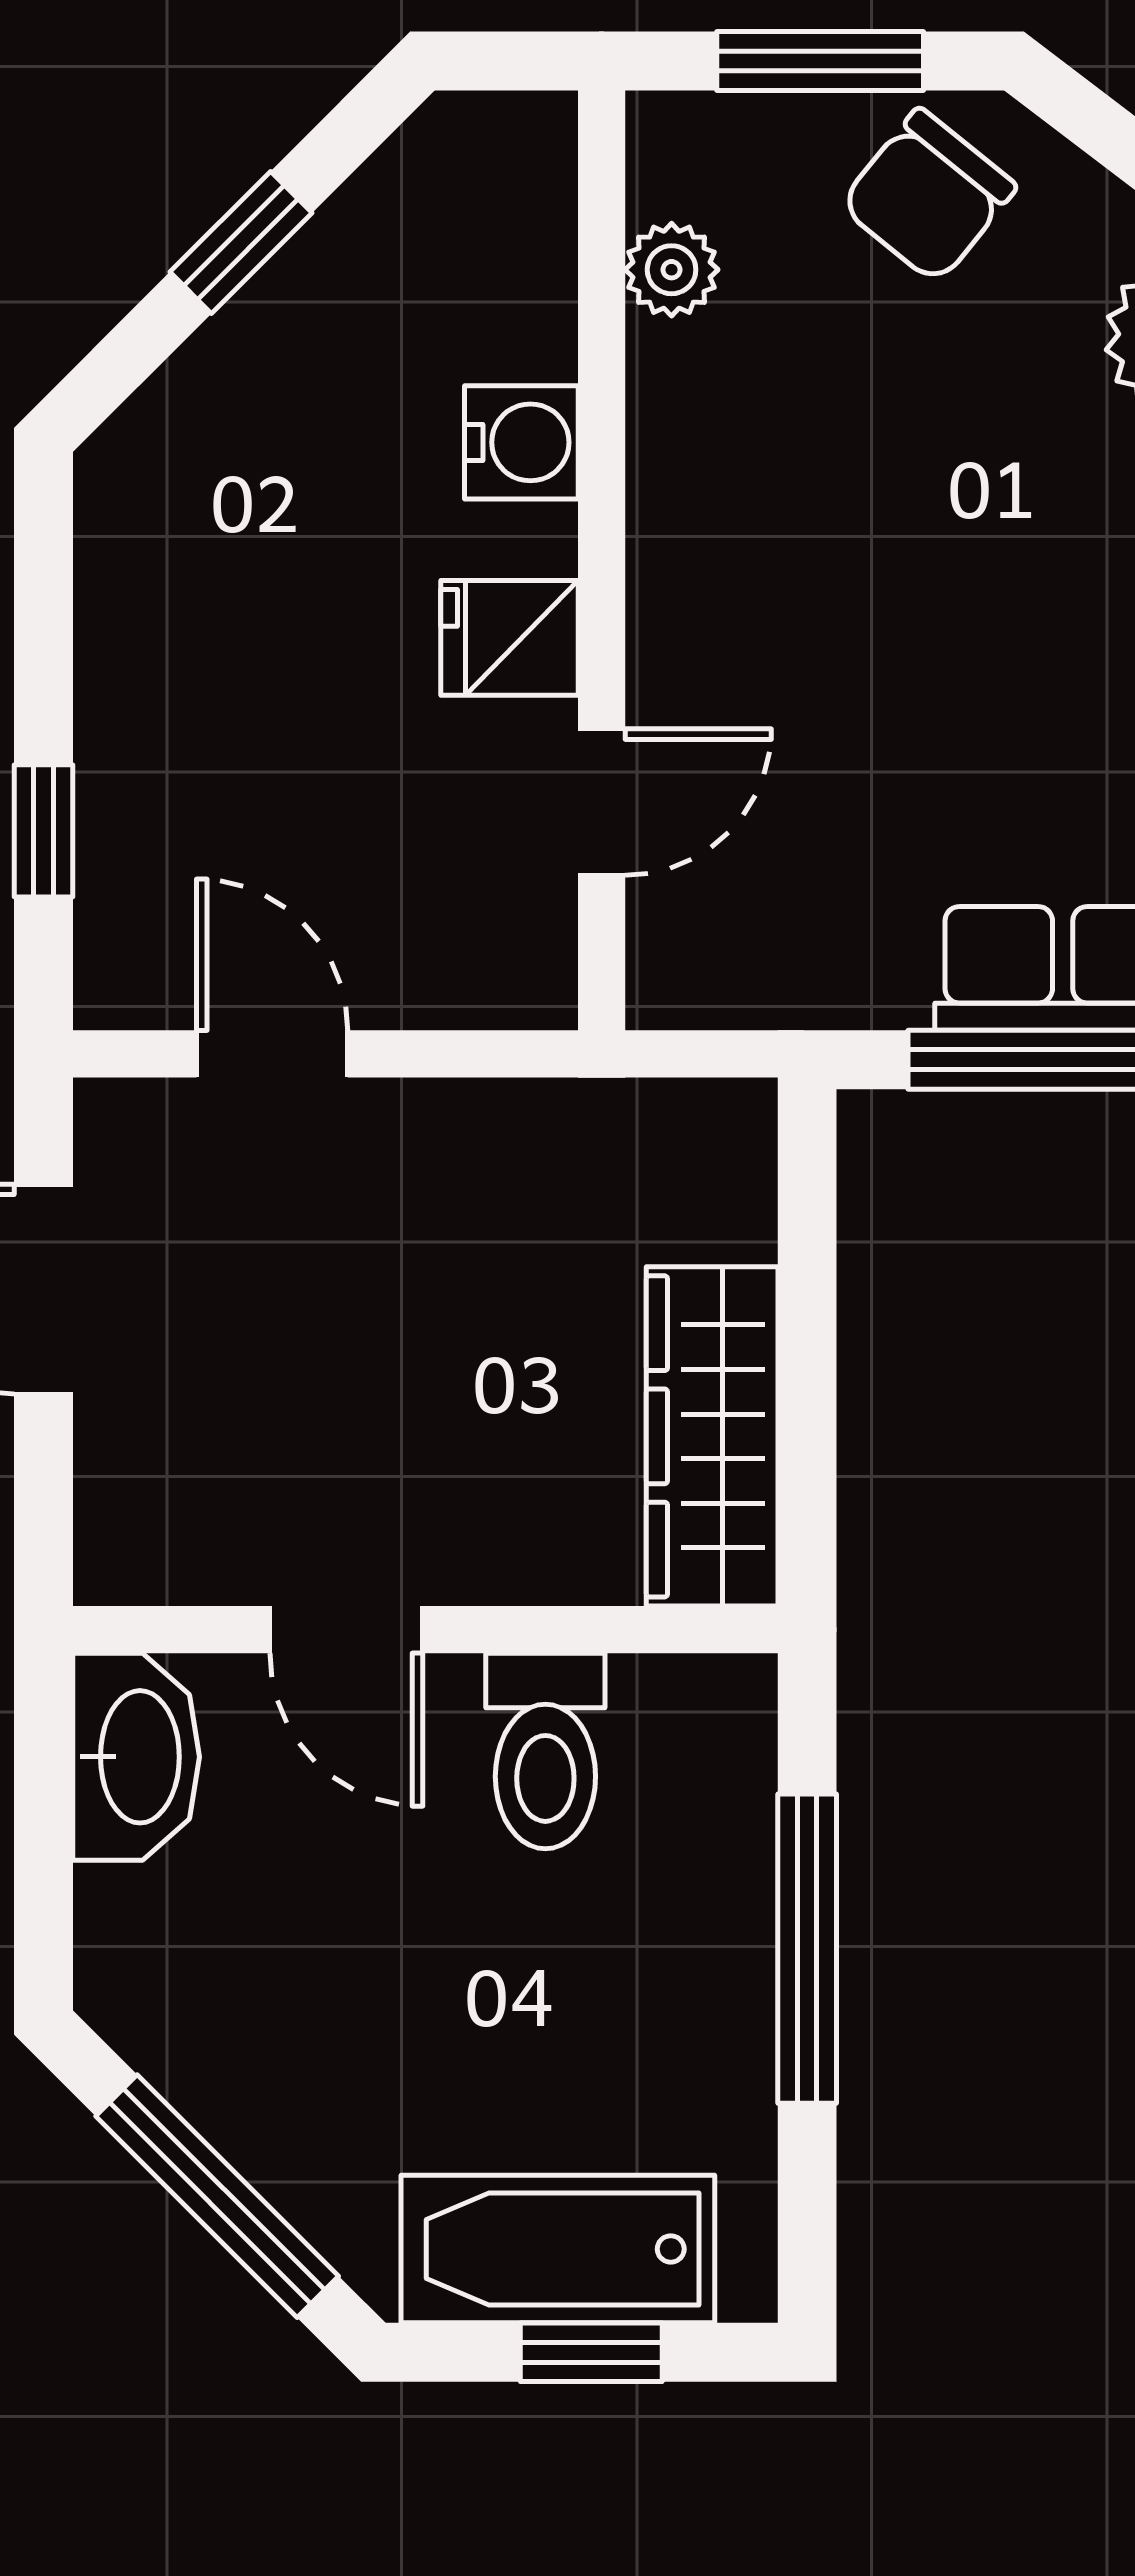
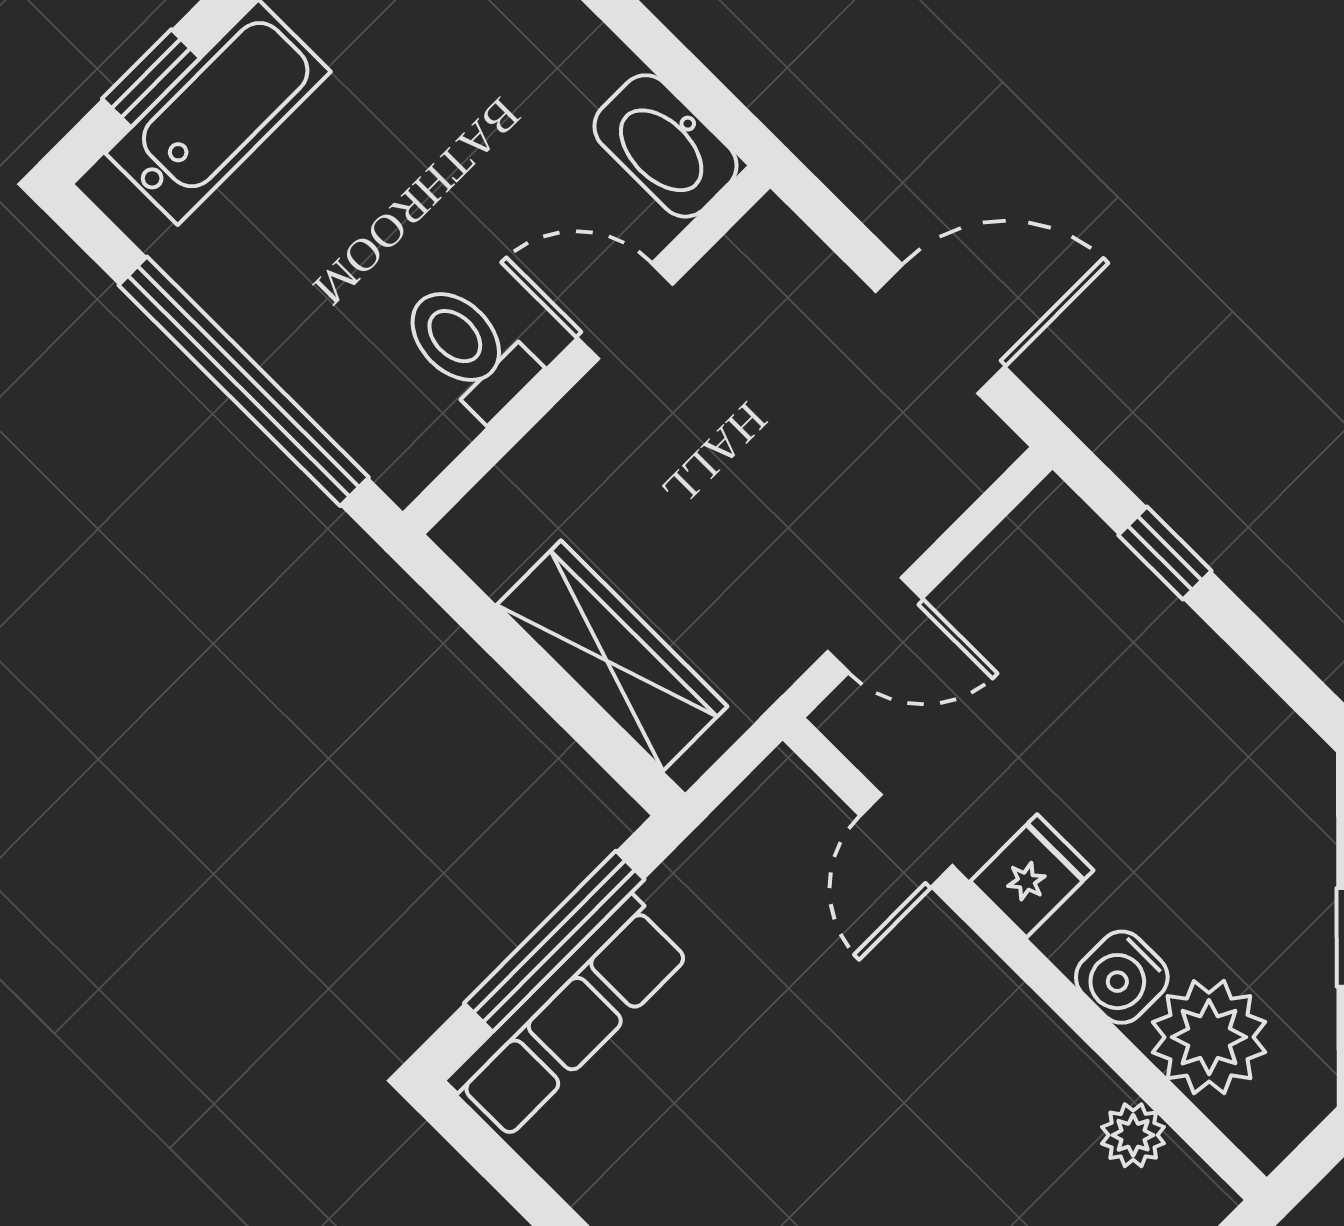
plant: (494, 292) -> (1209, 1037), added
door: (272, 1054) -> (875, 625), moved
wardrobe: (712, 1436) -> (612, 656), moved
window: (807, 1949) -> (244, 381), width x1.46

